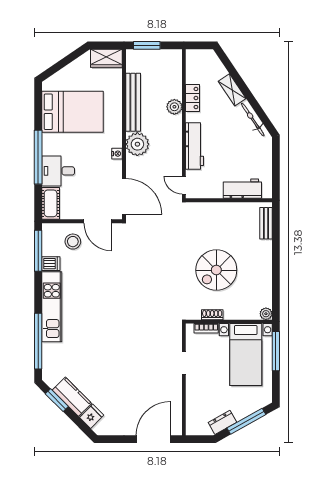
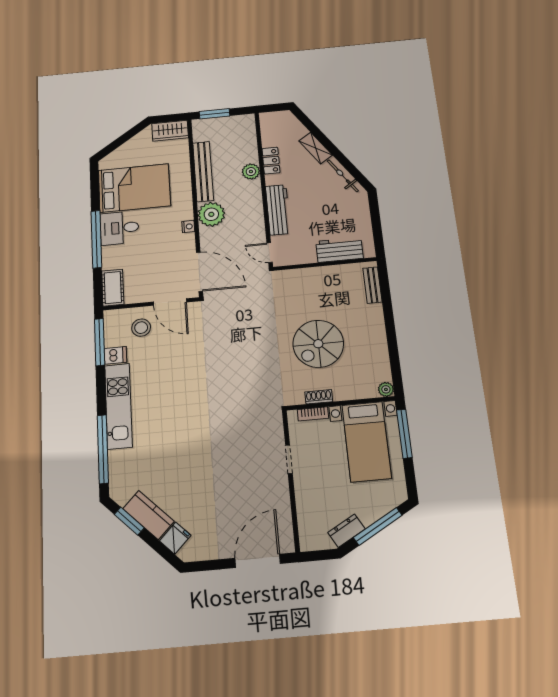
desk: (58, 171) -> (119, 228), moved

